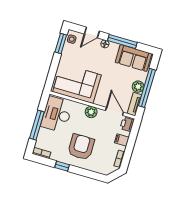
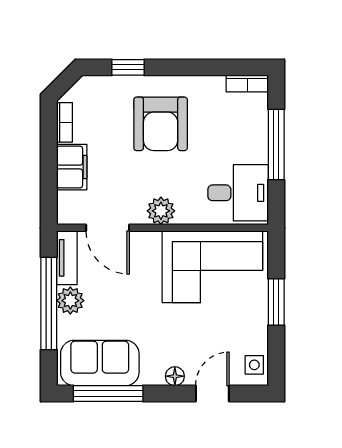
window: (122, 41) -> (108, 393), moved
window: (61, 44) -> (276, 302), moved
desk: (57, 114) -> (238, 193), width x0.73
printer: (127, 124) -> (70, 207), removed
filing cabinet: (122, 140) -> (72, 167), width x2.00
window: (62, 166) -> (128, 67), moved

